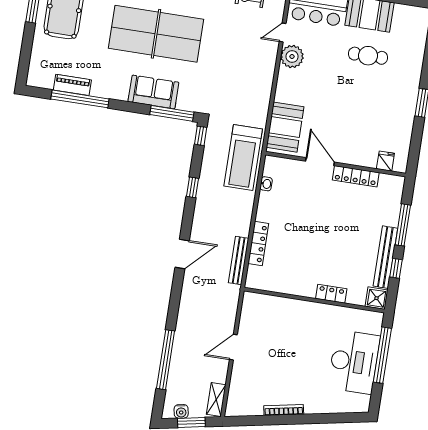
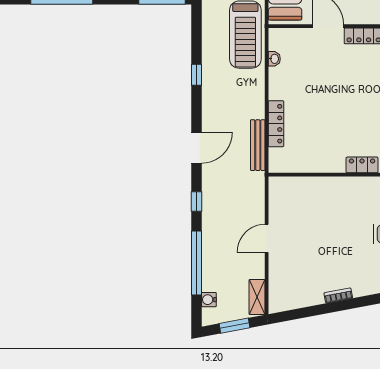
window: (201, 136) -> (197, 202), moved
bookcase: (284, 410) -> (338, 295), width x0.64
water cooler: (181, 411) -> (209, 300), moved, turned 101

